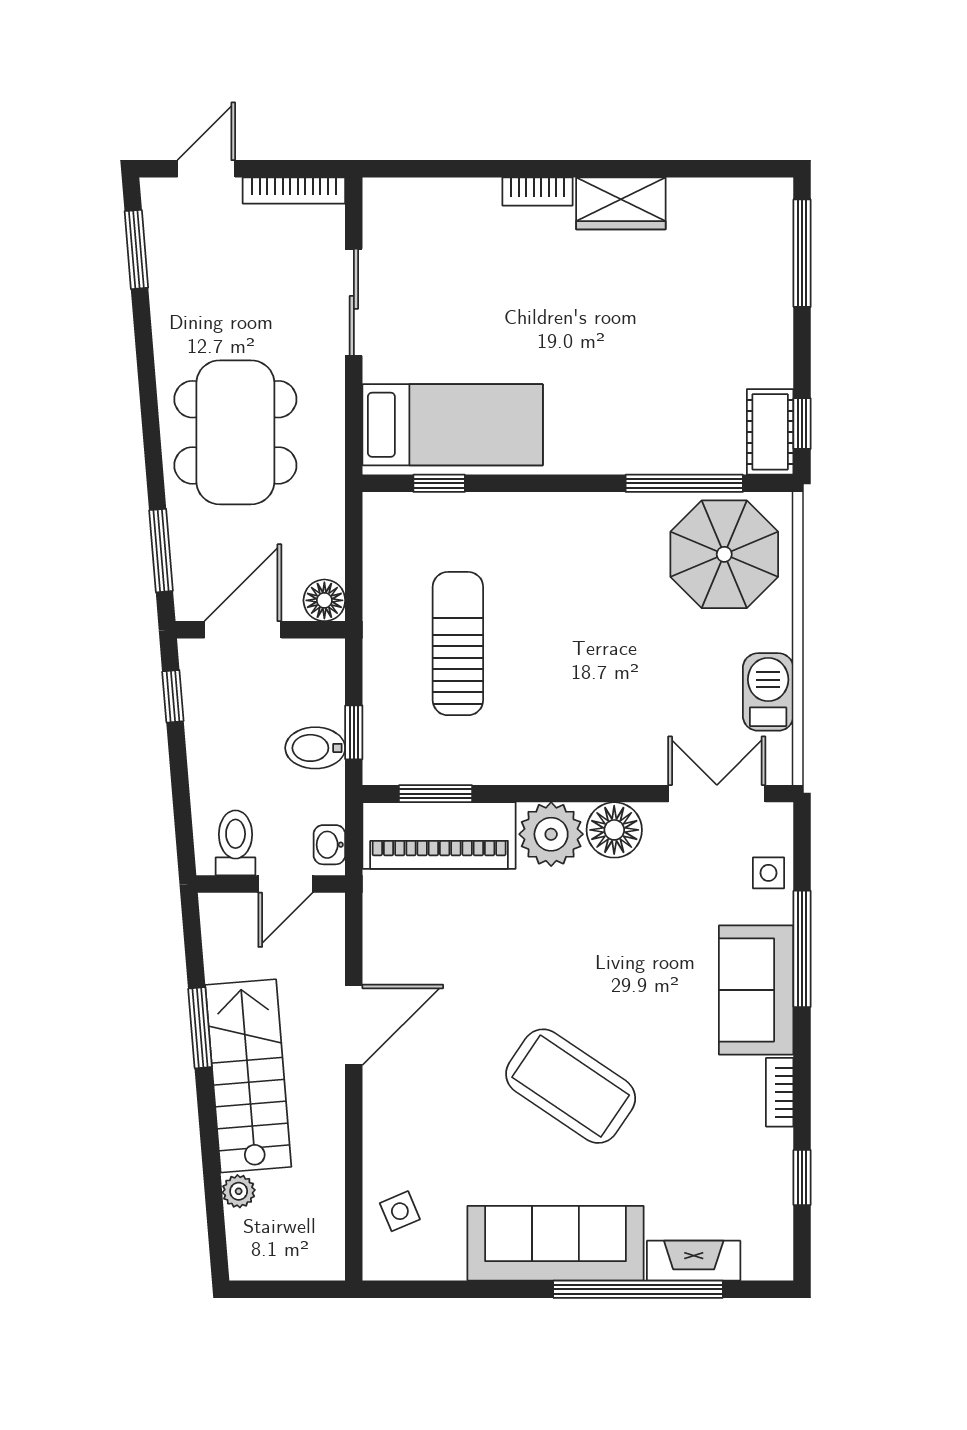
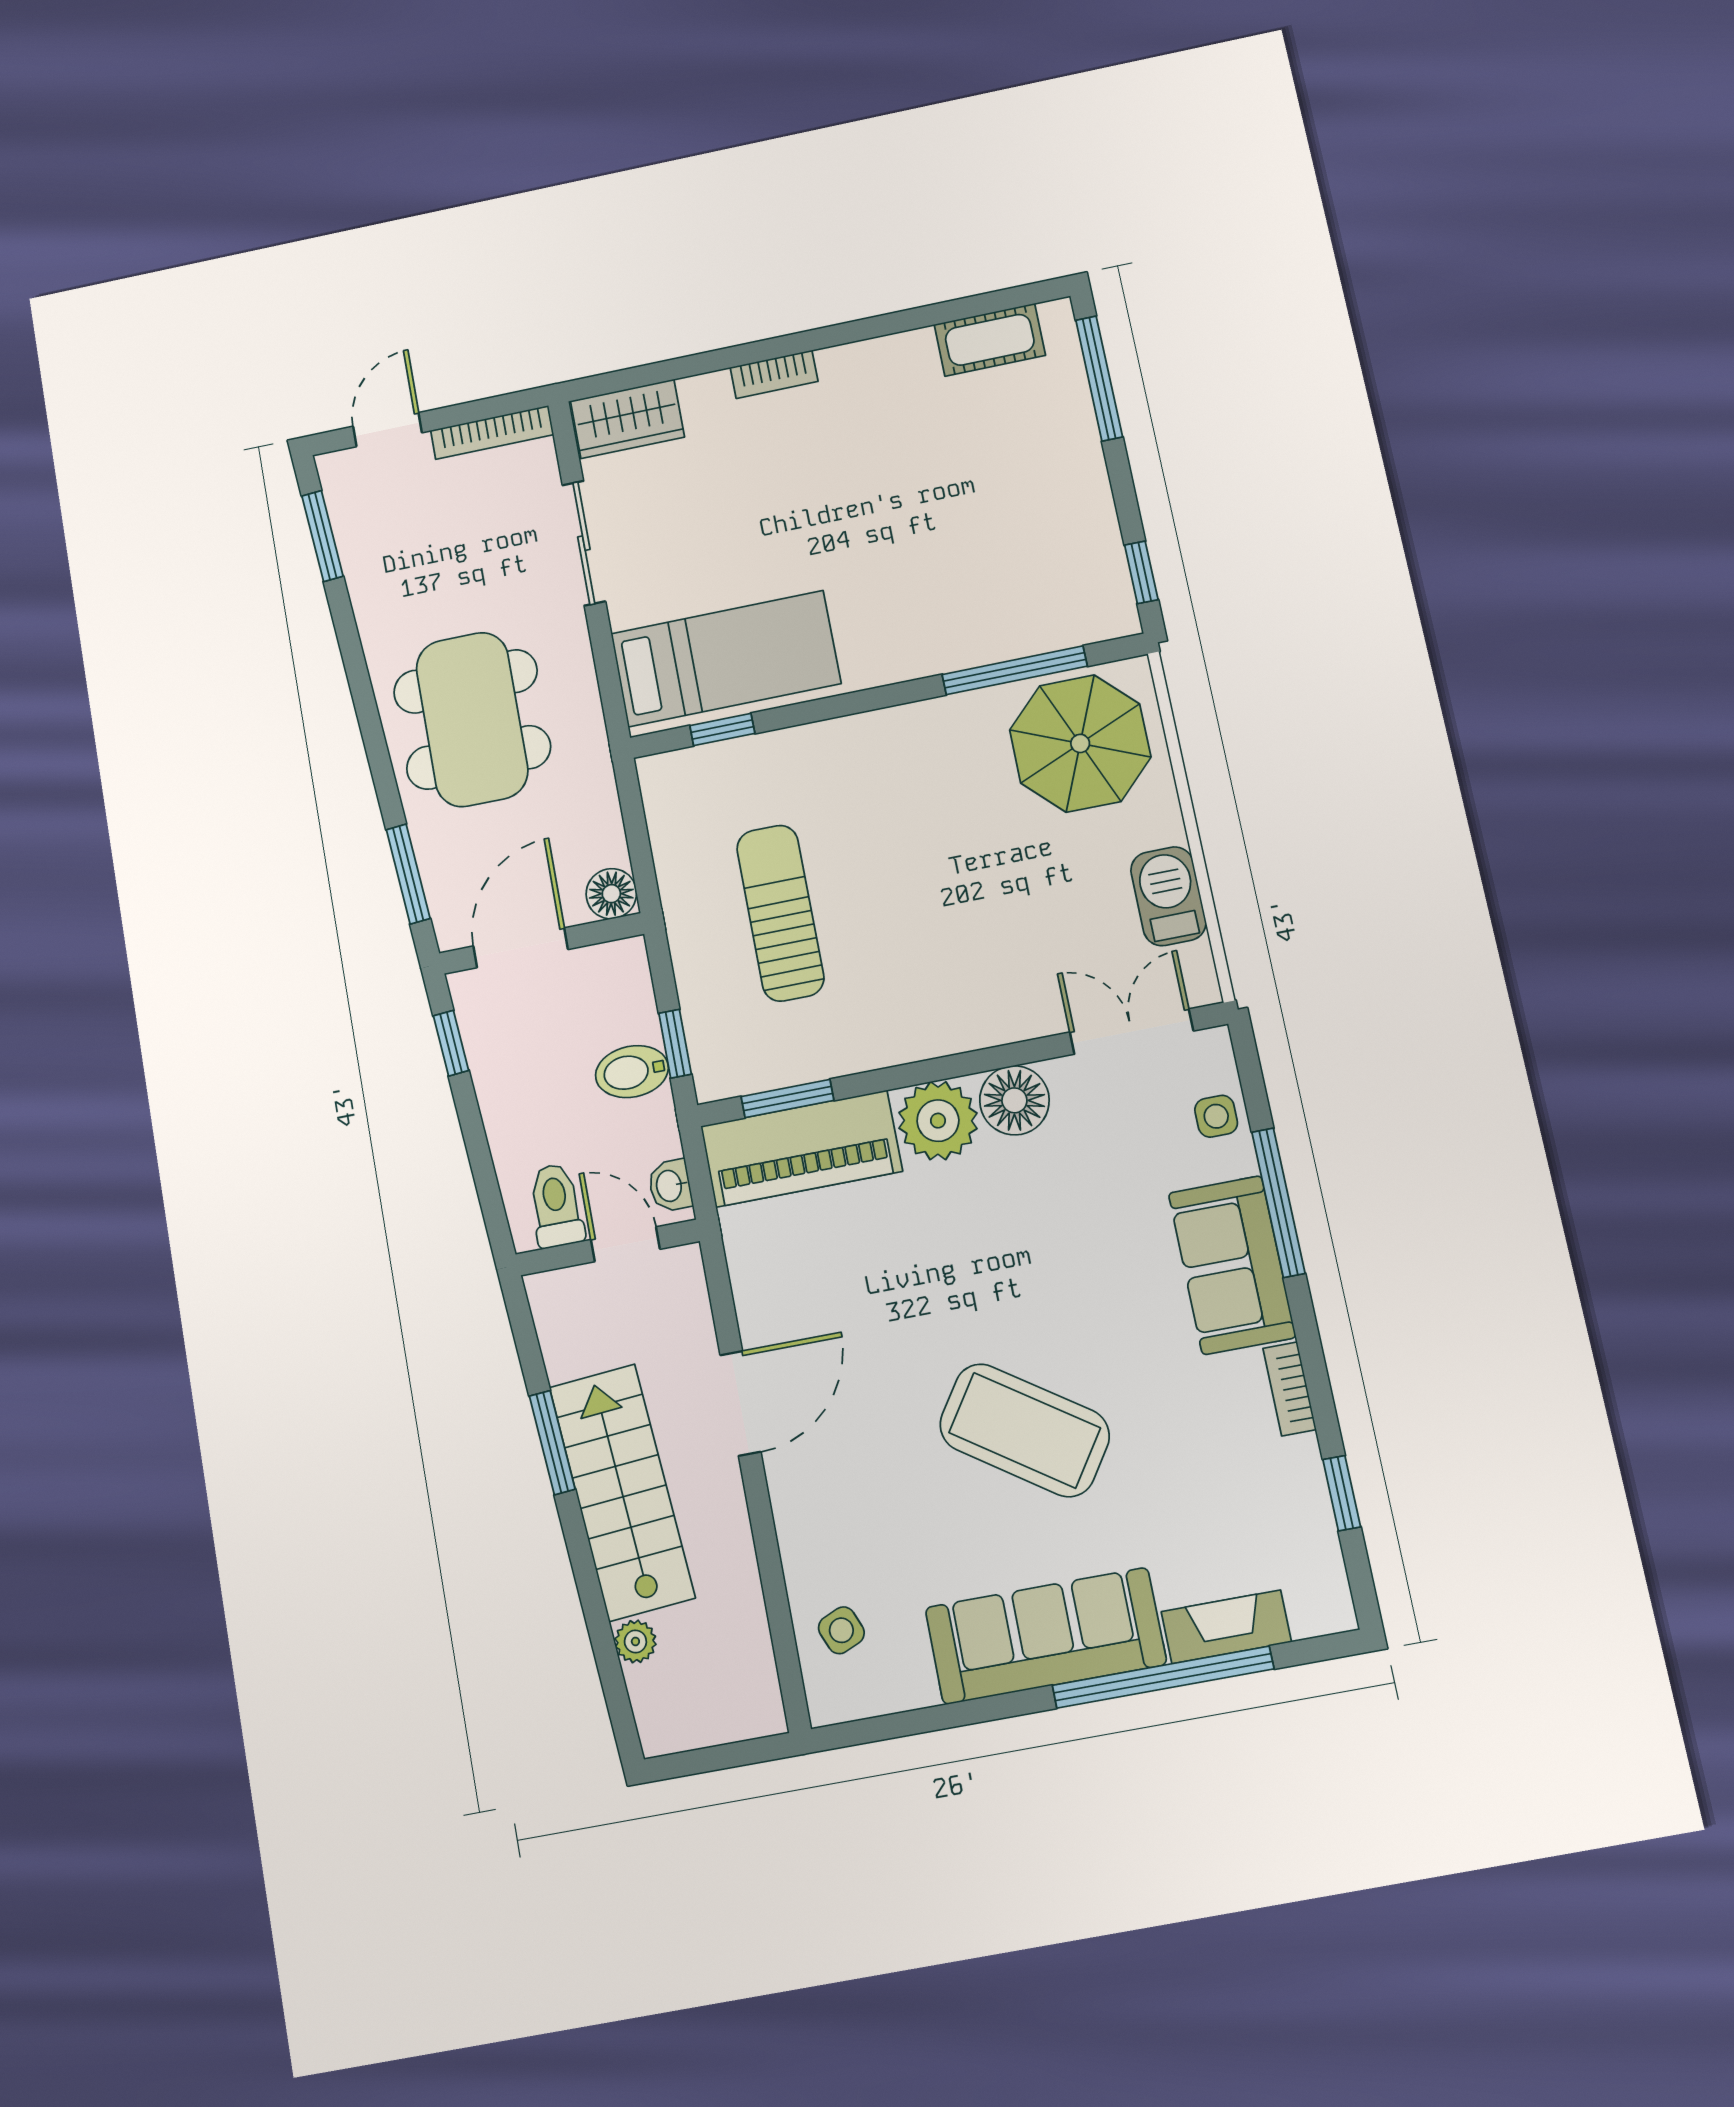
wardrobe: (621, 203) -> (627, 419), moved
cot: (770, 432) -> (990, 340), moved, turned 90
door: (285, 884) -> (625, 1244), swing flipped

